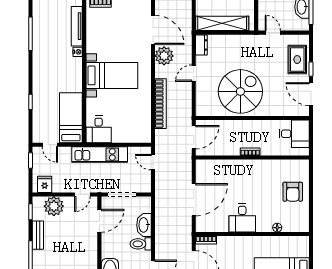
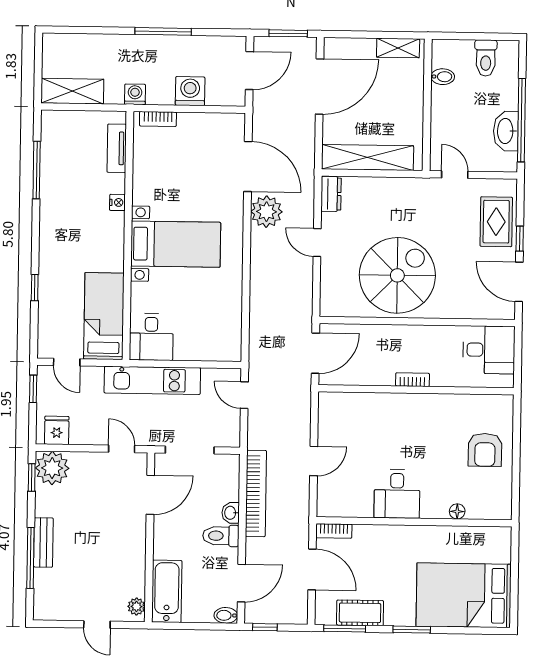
tv unit: (77, 26) -> (117, 148), width x0.71
door: (194, 73) -> (317, 243), hinge flipped
bookcase: (161, 104) -> (256, 493), moved
door: (82, 194) -> (122, 449), swing flipped
door: (194, 200) -> (314, 461), width x0.53
plant: (54, 206) -> (52, 468), moved
washbasin: (144, 225) -> (231, 513), width x0.52, depth x0.69
bench: (38, 235) -> (43, 542), moved

